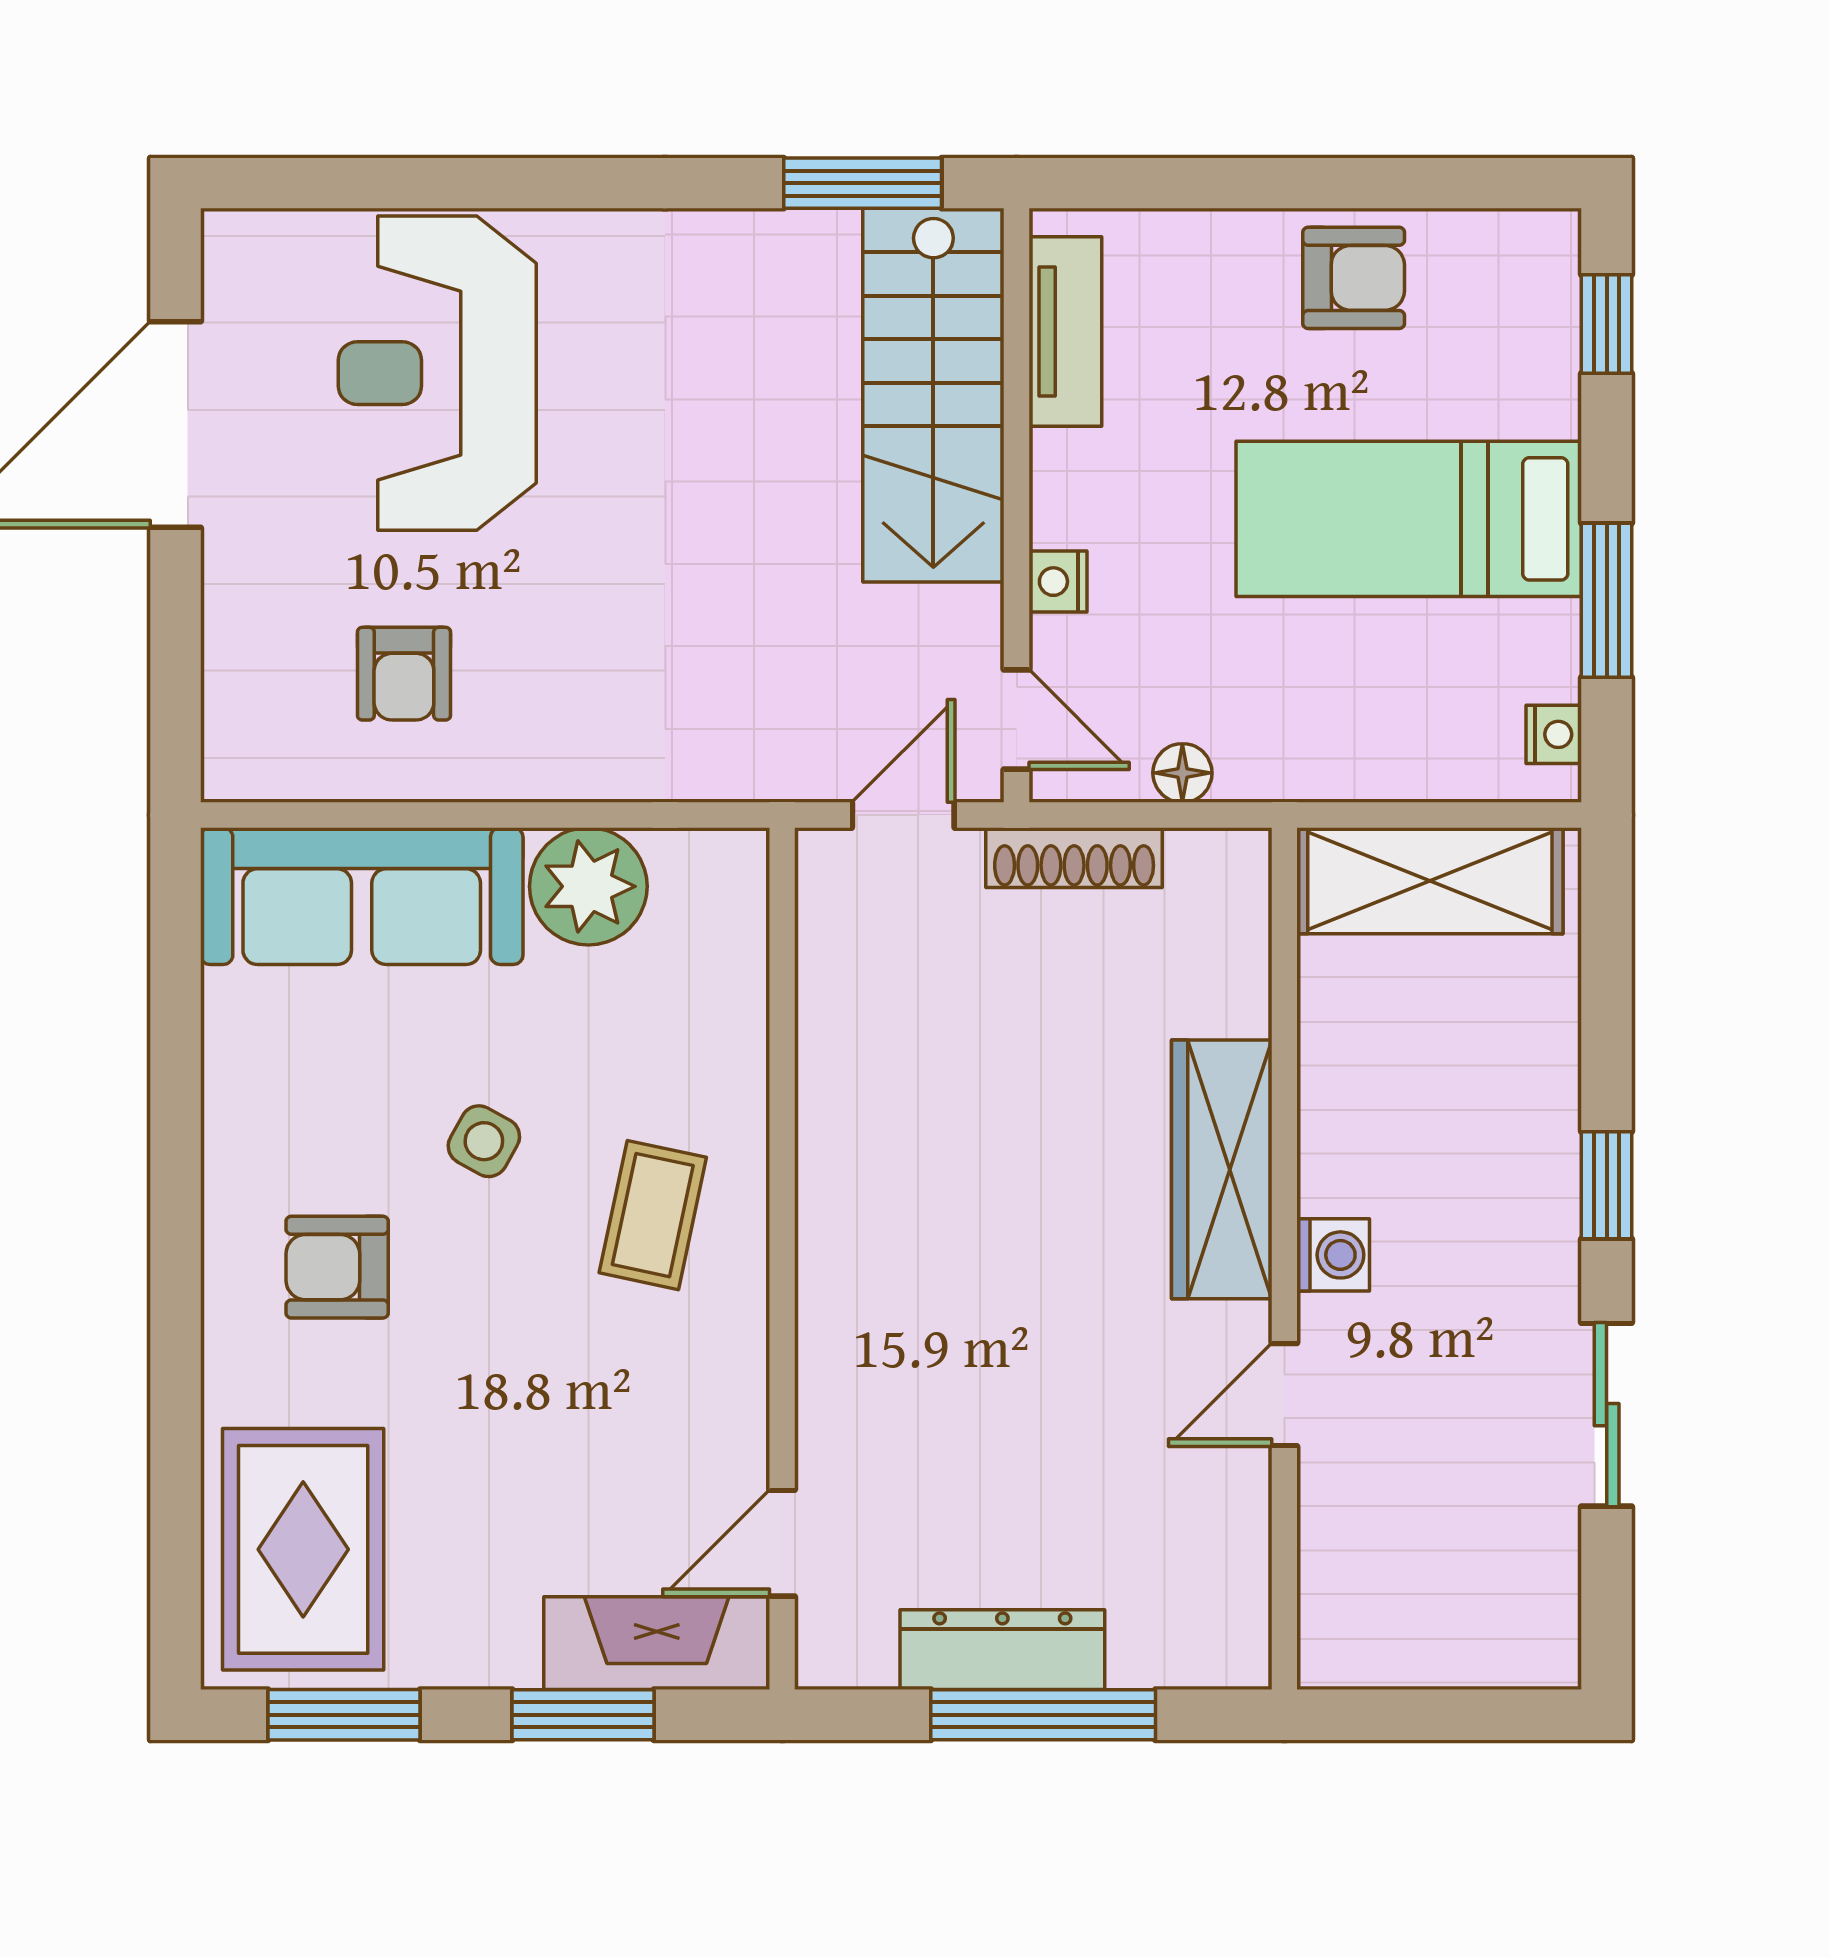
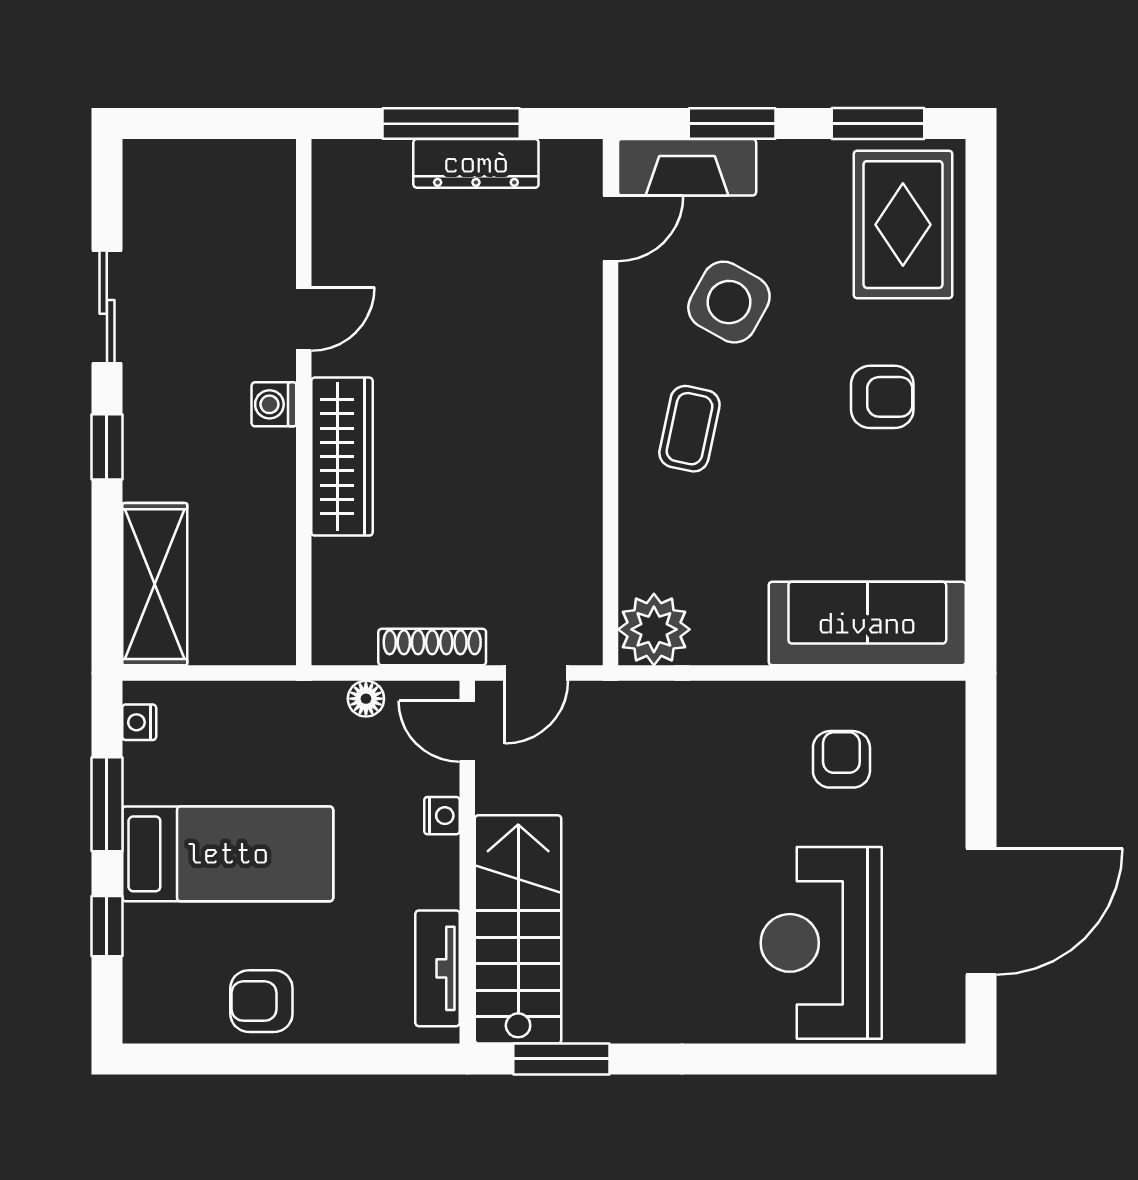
window: (1607, 324) -> (107, 926), moved
reception desk: (437, 373) -> (821, 943), turned 180
shelving: (1430, 881) -> (155, 584), moved, turned 90
plant: (588, 886) -> (654, 629), moved
side table: (484, 1141) -> (729, 302), moved, width x1.87, depth x1.87

